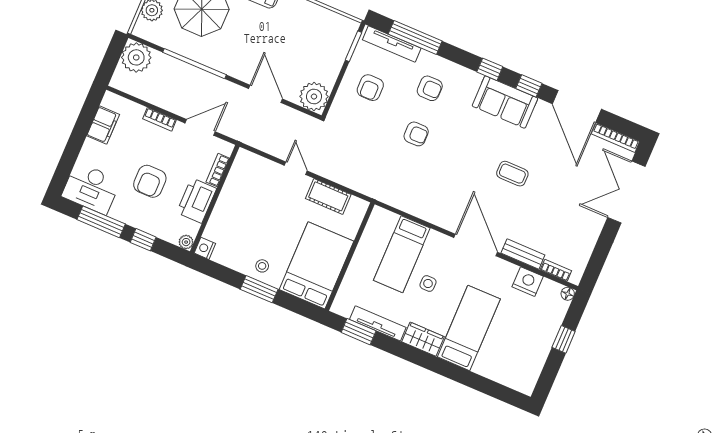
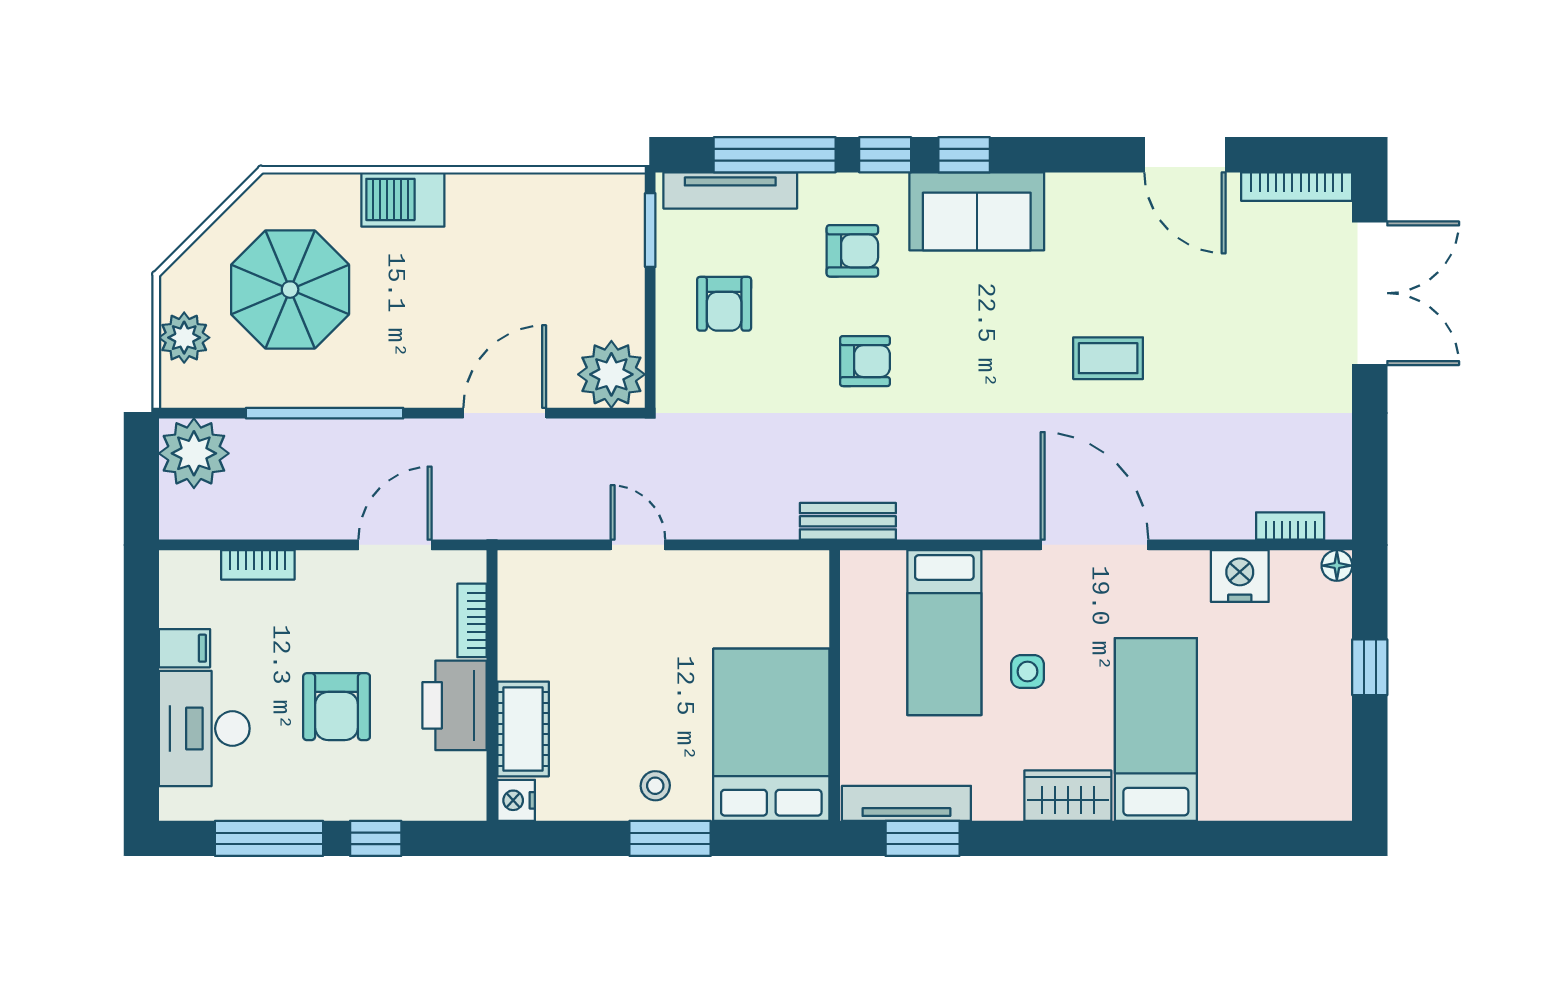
window: (529, 86) -> (885, 155), moved
door: (265, 94) -> (505, 413), hinge flipped
sofa: (505, 102) -> (977, 211), moved
door: (577, 106) -> (1185, 155), width x0.73
bookcase: (160, 119) -> (258, 565), moved
filing cabinet: (103, 125) -> (185, 648), width x0.50
desk: (91, 188) -> (204, 729), moved, turned 90
double door: (626, 192) -> (1370, 293), swing flipped
cot: (328, 196) -> (523, 729), moved, turned 90
plant: (186, 242) -> (470, 804), removed
bench: (523, 254) -> (848, 521), moved
tv unit: (378, 323) -> (906, 803), moved

